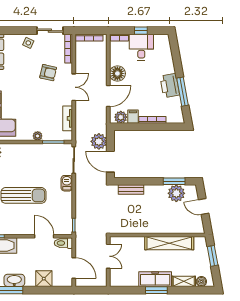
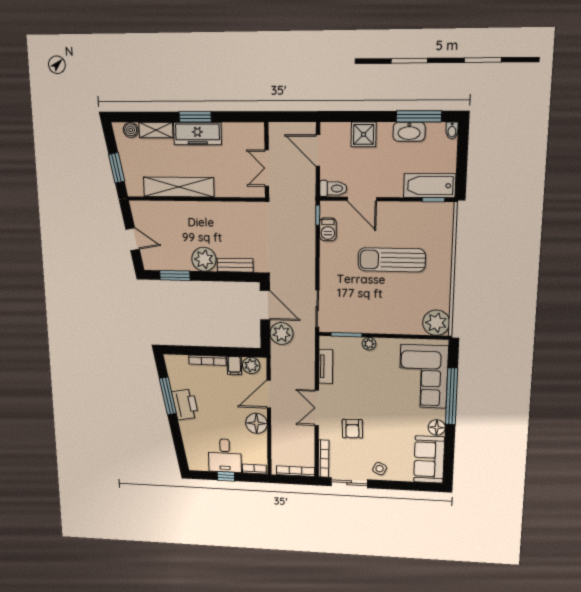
armchair: (48, 73) -> (352, 429), turned -105
barbecue: (67, 183) -> (328, 229), moved
plant: (176, 193) -> (204, 259), moved

